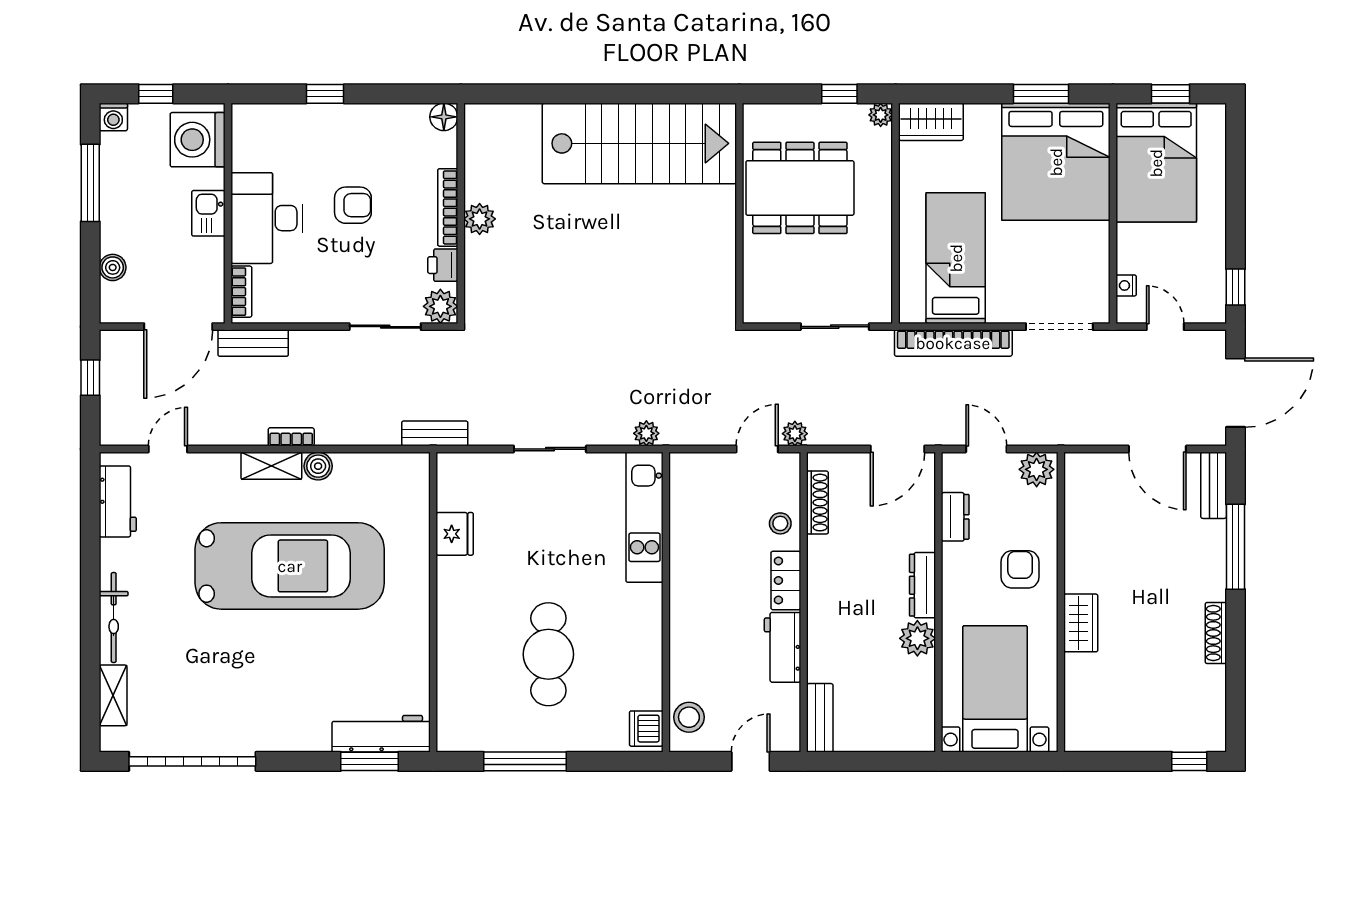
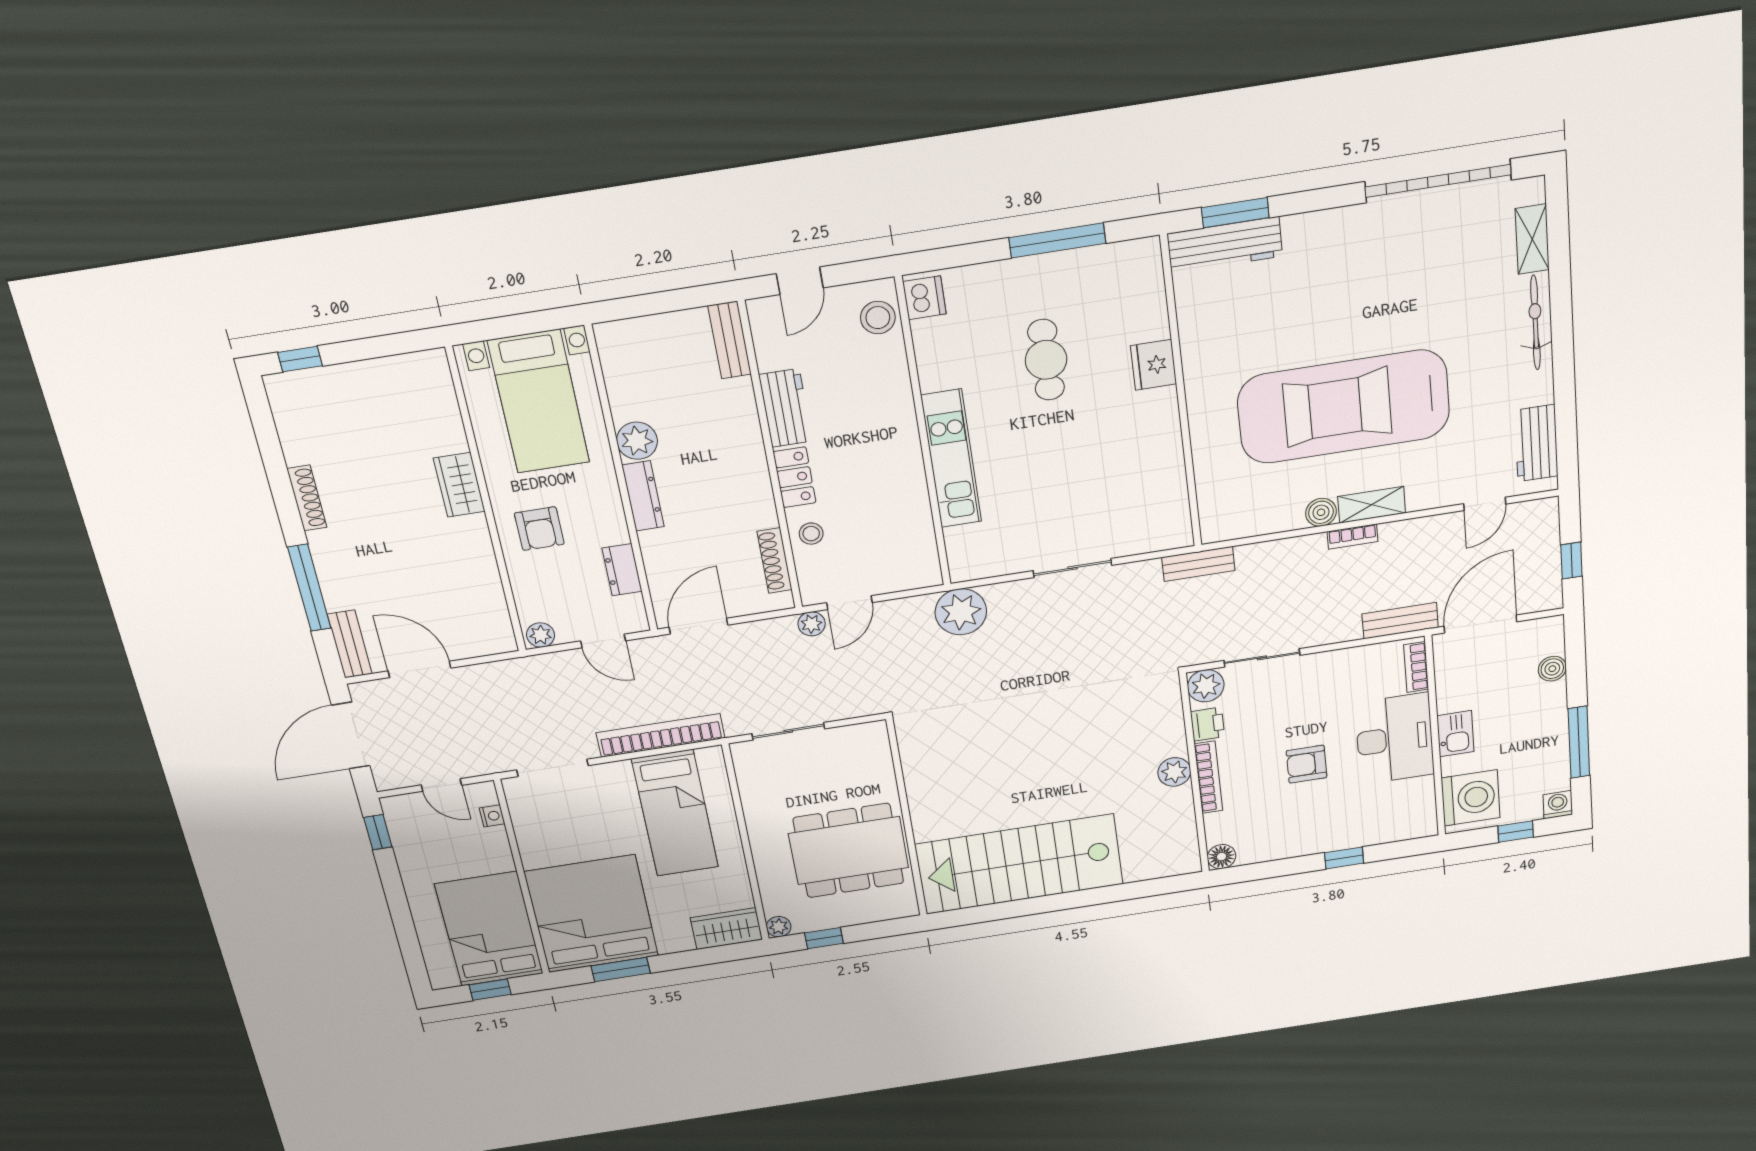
plant: (646, 433) -> (961, 612), width x1.88, depth x1.88
plant: (1037, 469) -> (541, 635), width x0.73, depth x0.73
kitchen unit: (644, 517) -> (951, 459), moved
fridge: (455, 534) -> (1154, 365), moved
cafe table: (548, 654) -> (1046, 360), width x0.73, depth x0.74

